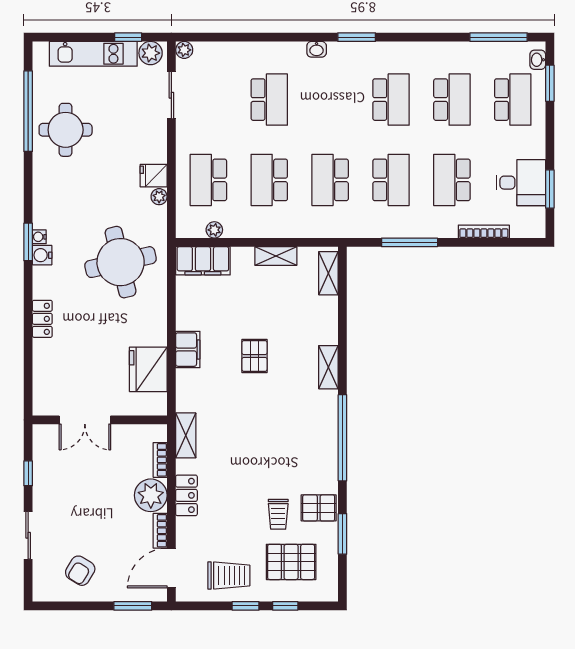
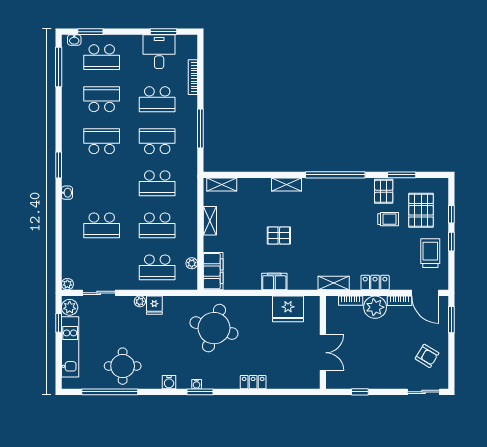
school desk: (269, 100) -> (102, 225), turned 180
school desk: (513, 100) -> (102, 57), turned 180
plant: (159, 197) -> (140, 301), moved
water cooler: (42, 255) -> (169, 382), moved
round table: (121, 262) -> (214, 328), turned 30
sliding door: (28, 535) -> (424, 392), moved

